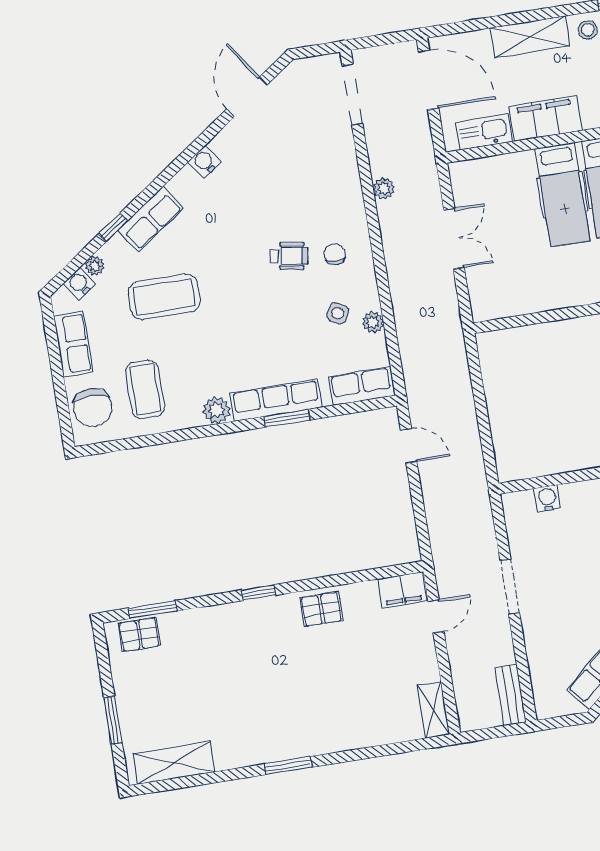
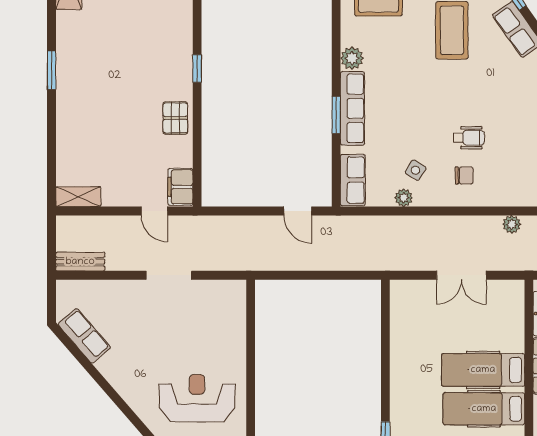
wheelchair: (289, 256) -> (469, 138), turned -99
door: (409, 446) -> (298, 211), hinge flipped
water cooler: (547, 498) -> (236, 318), removed

